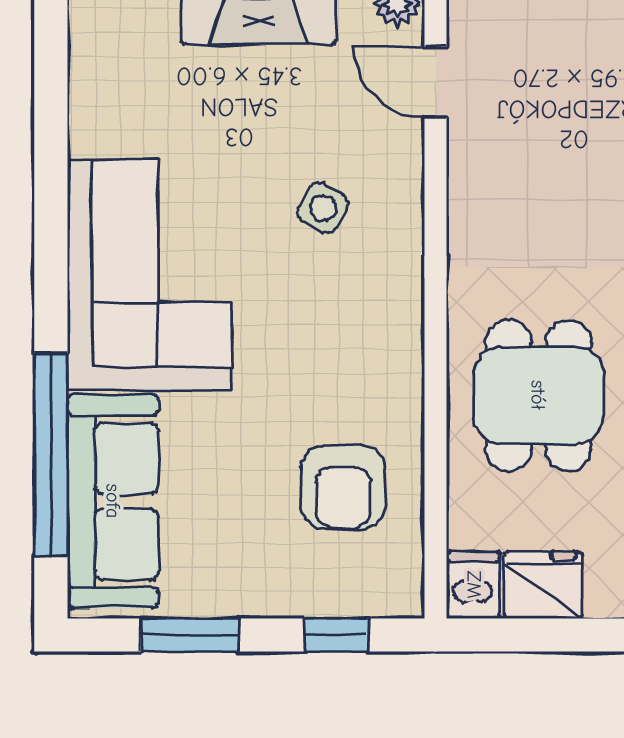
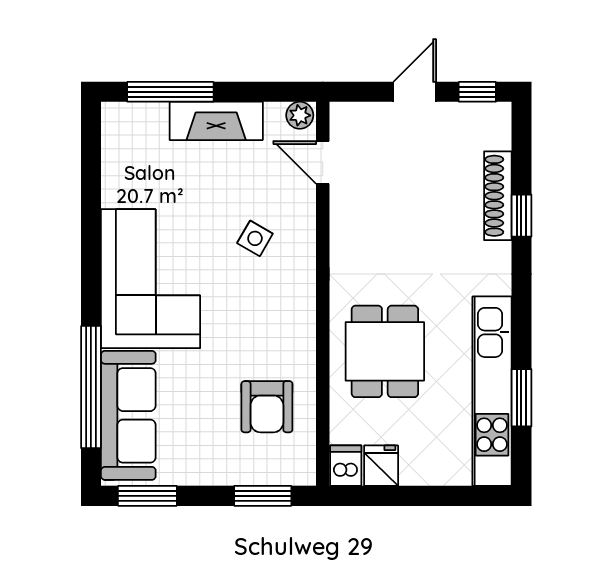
fridge: (543, 585) -> (381, 466), width x0.72
window: (189, 635) -> (147, 496), moved
window: (336, 635) -> (263, 496), width x1.50

